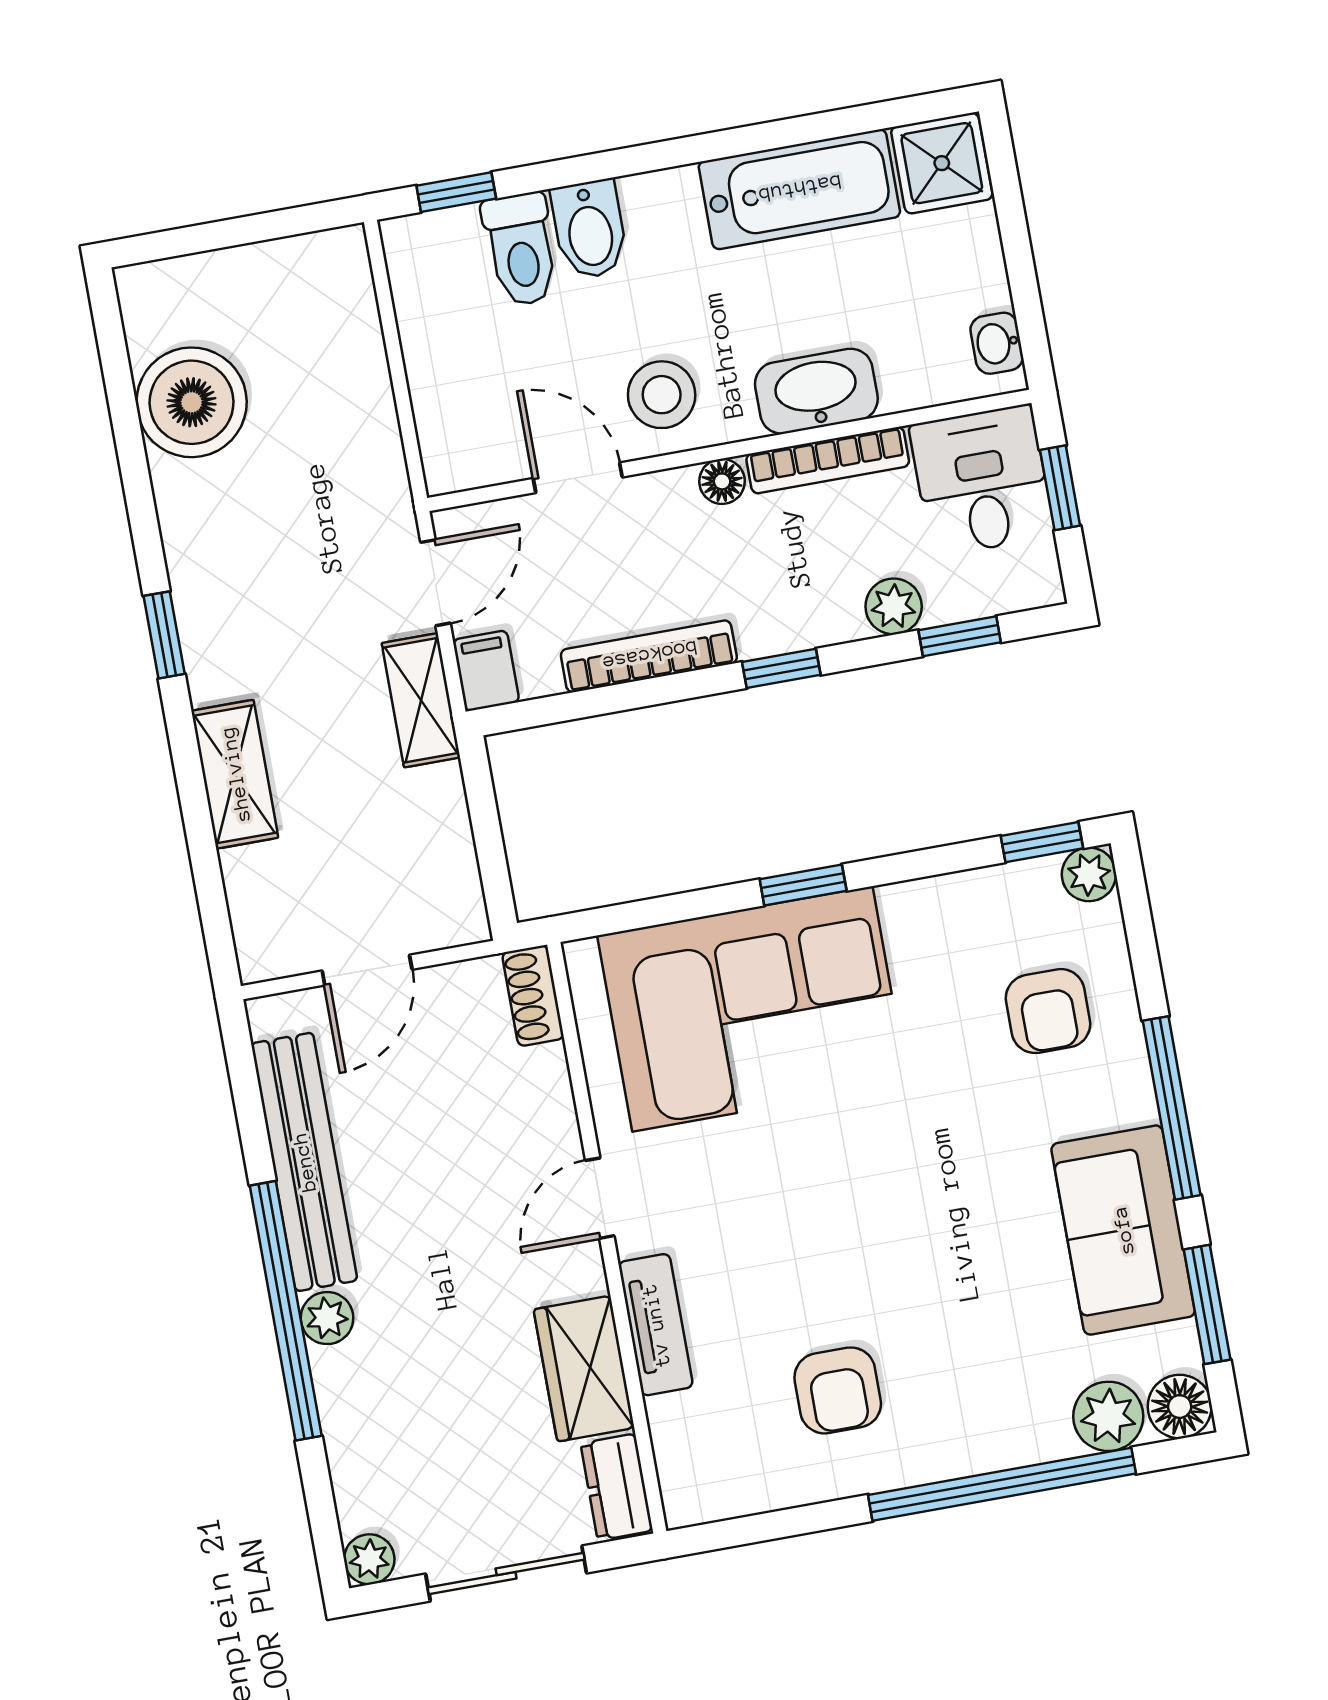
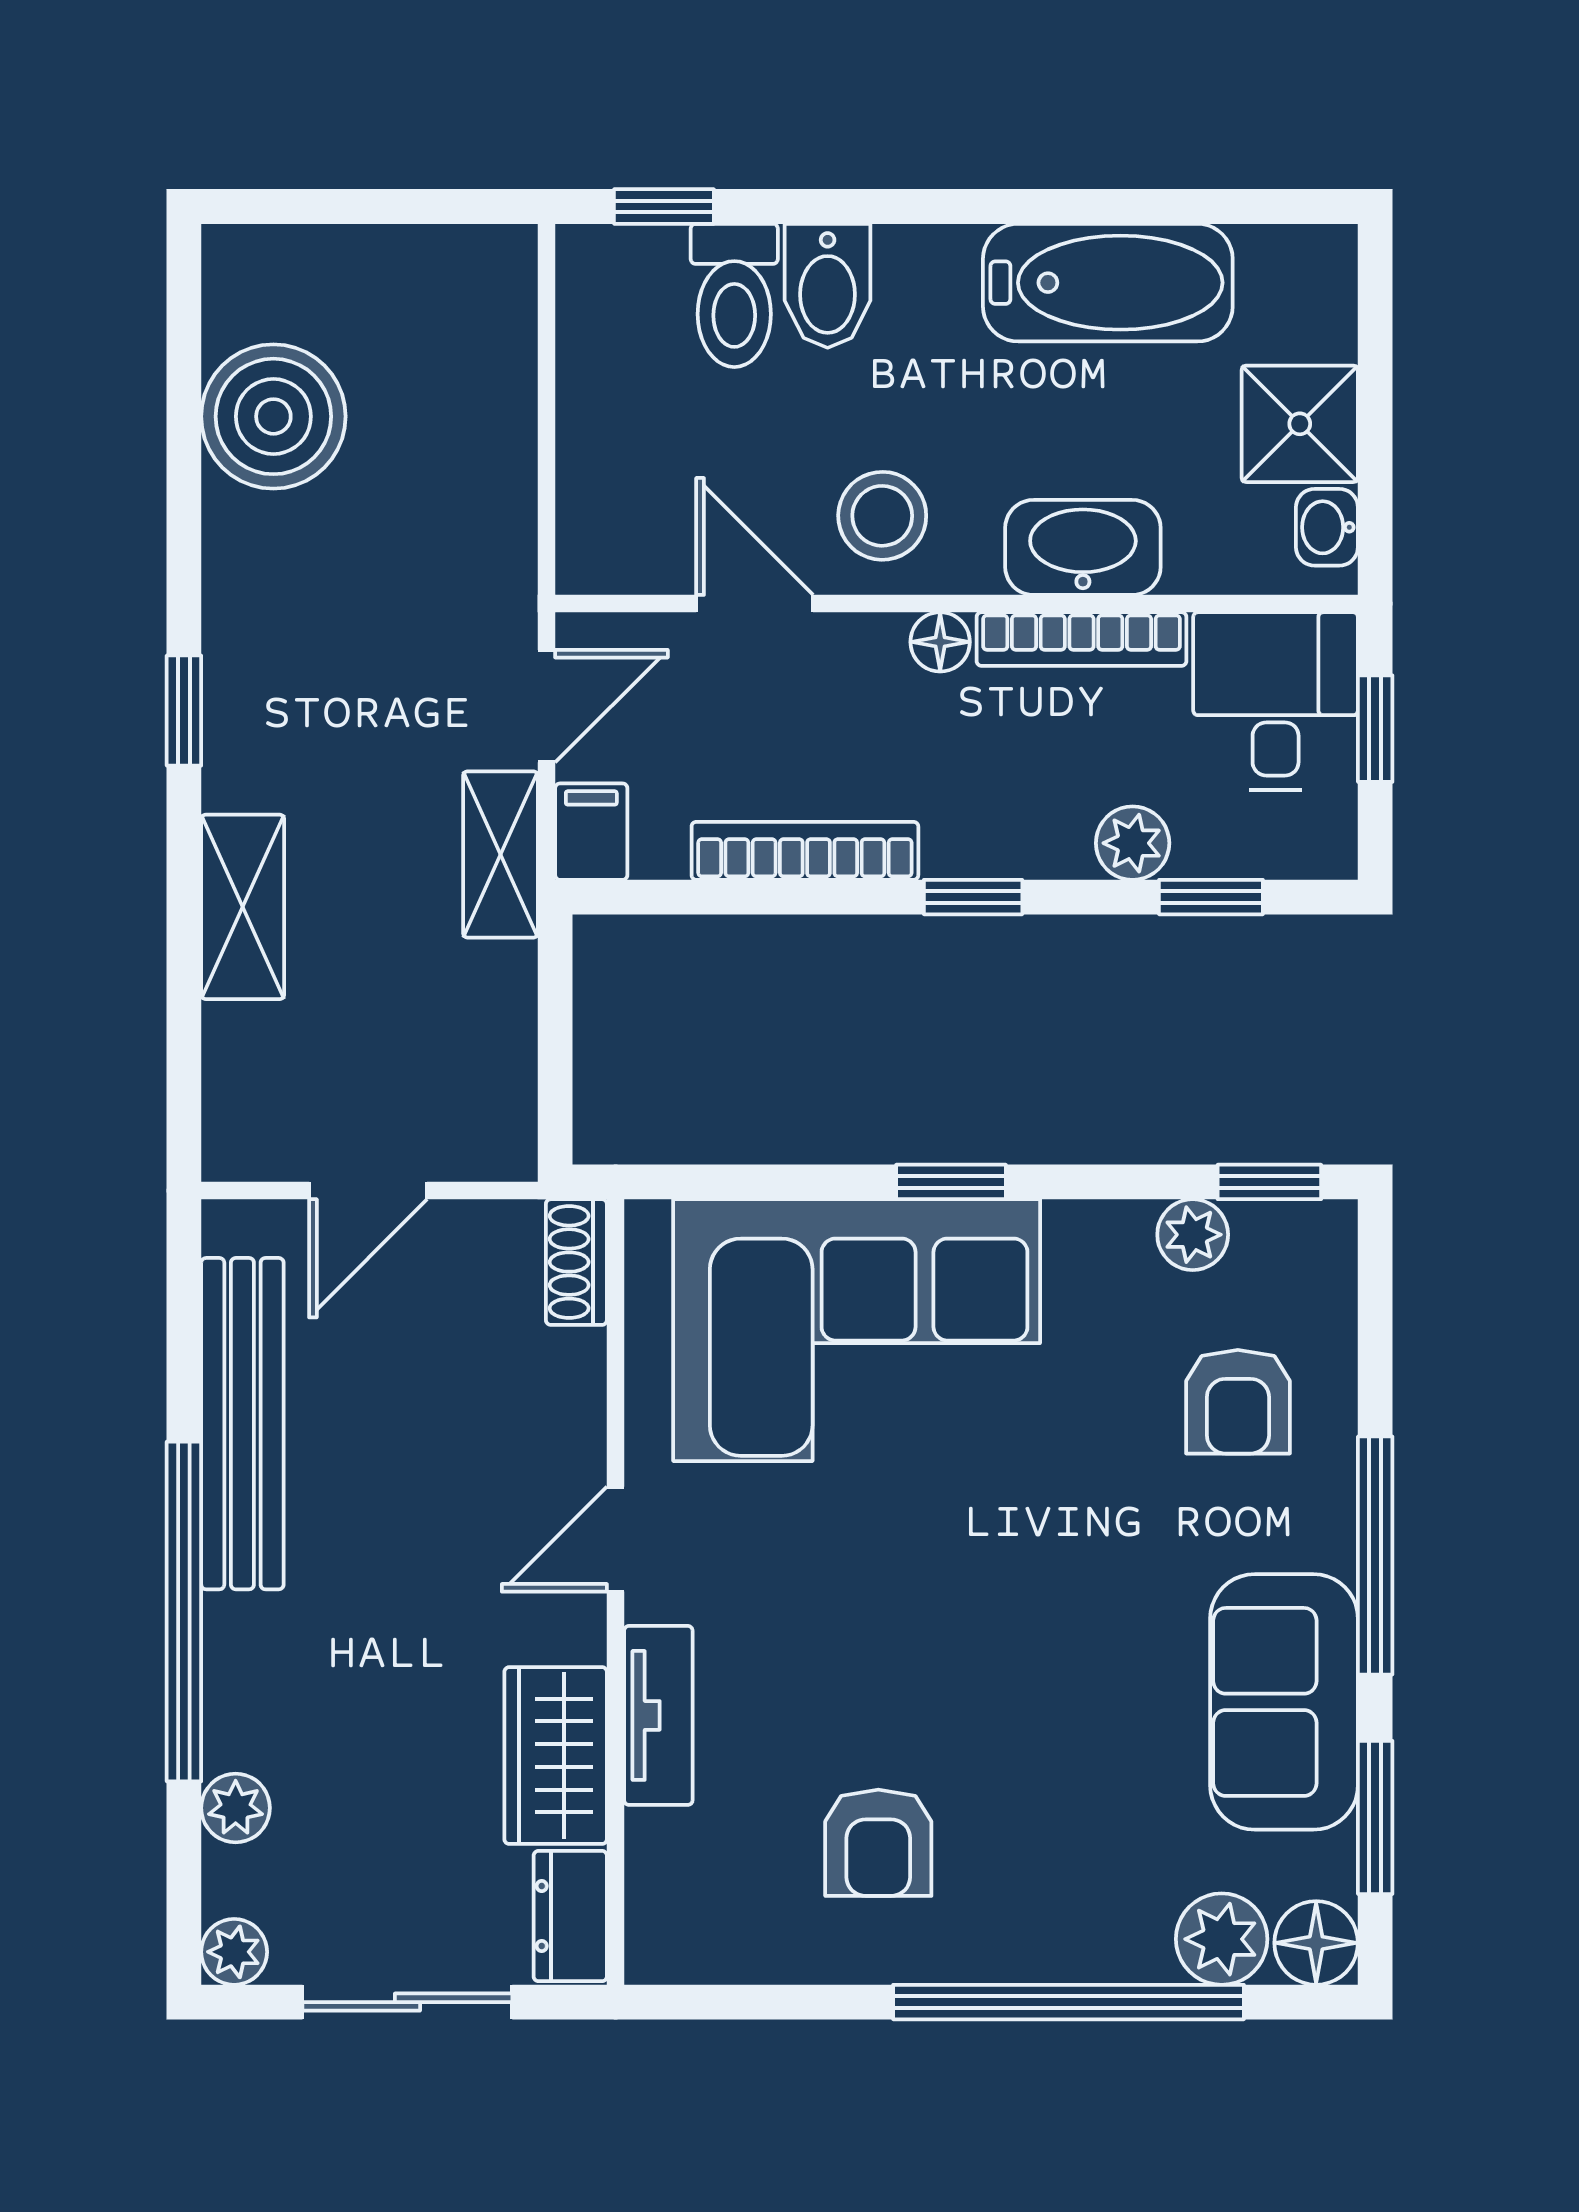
shower: (942, 163) -> (1300, 424), moved
plant: (1089, 874) -> (1193, 1235), moved
plant: (327, 1318) -> (236, 1808), moved

